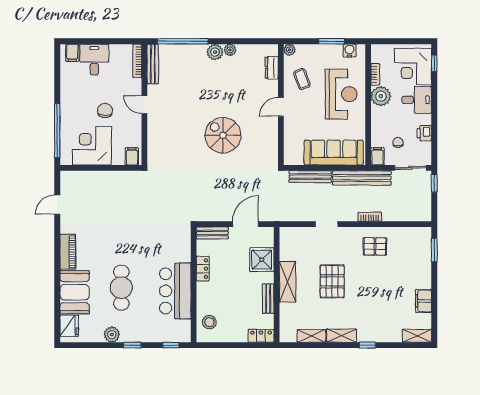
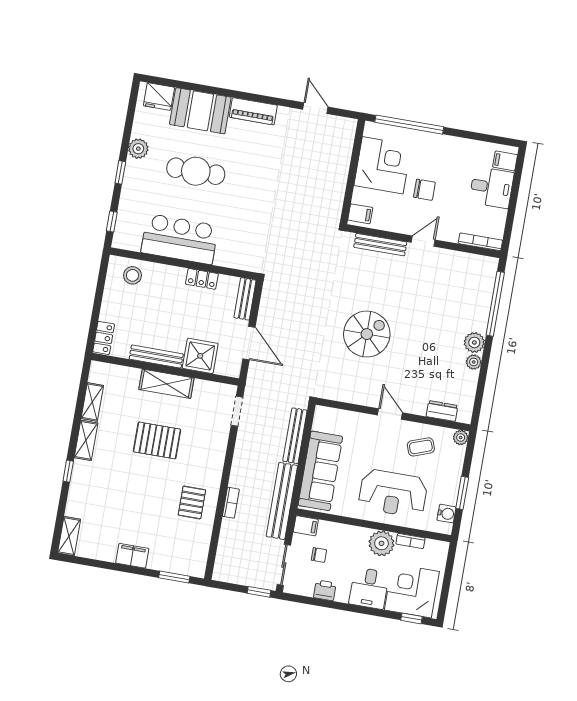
bench: (153, 64) -> (380, 245), moved
doorway: (327, 224) -> (237, 411), moved
bench: (268, 299) -> (156, 356), width x1.36
filing cabinet: (424, 301) -> (132, 556), moved

